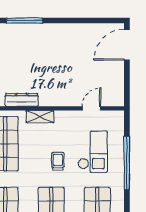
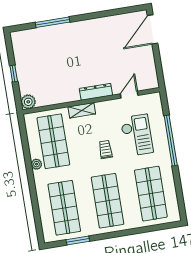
dresser: (22, 100) -> (96, 92), moved

